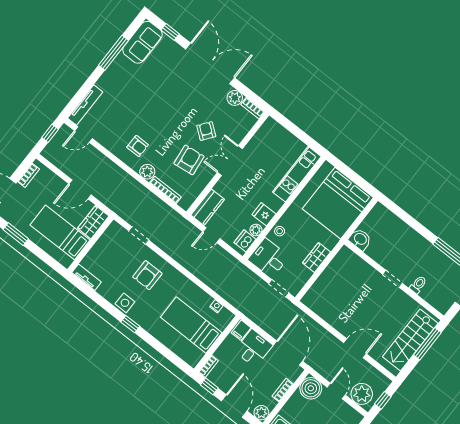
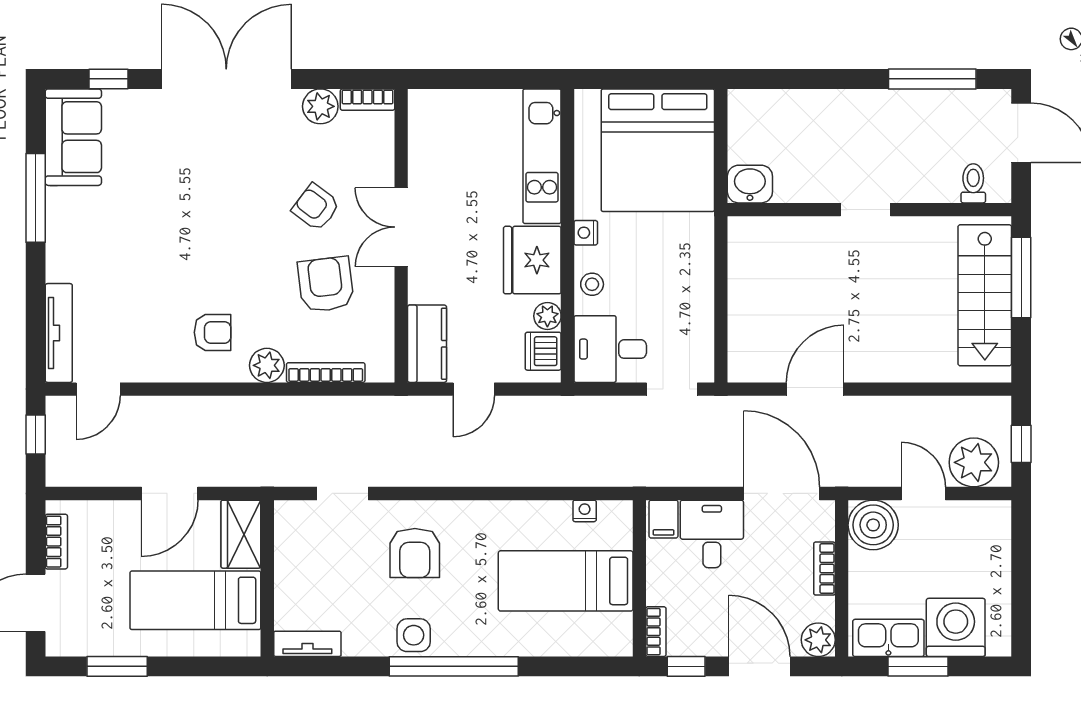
nightstand: (291, 212) -> (586, 233), added
fridge: (264, 214) -> (532, 260), width x1.88, depth x1.34
wardrobe: (316, 258) -> (697, 279), removed
toilet: (418, 285) -> (973, 183), moved
window: (130, 324) -> (454, 666), width x3.17
door: (355, 348) -> (815, 389), moved

